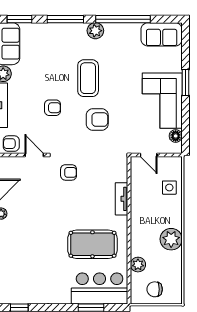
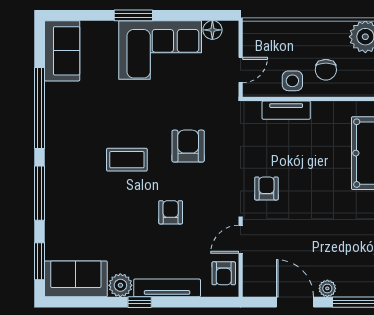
plant: (95, 31) -> (57, 149), removed
coffee table: (88, 78) -> (127, 160), width x0.73, depth x0.76
side table: (169, 188) -> (292, 81), moved
tv unit: (121, 199) -> (286, 110), moved
chair: (149, 213) -> (326, 70), added

